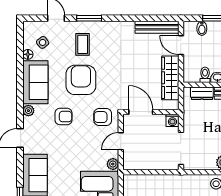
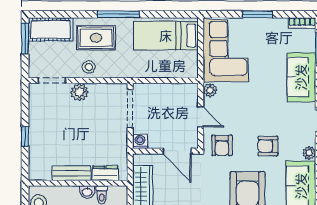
armchair: (103, 117) -> (222, 145), turned 90
door: (121, 141) -> (201, 117), hinge flipped

